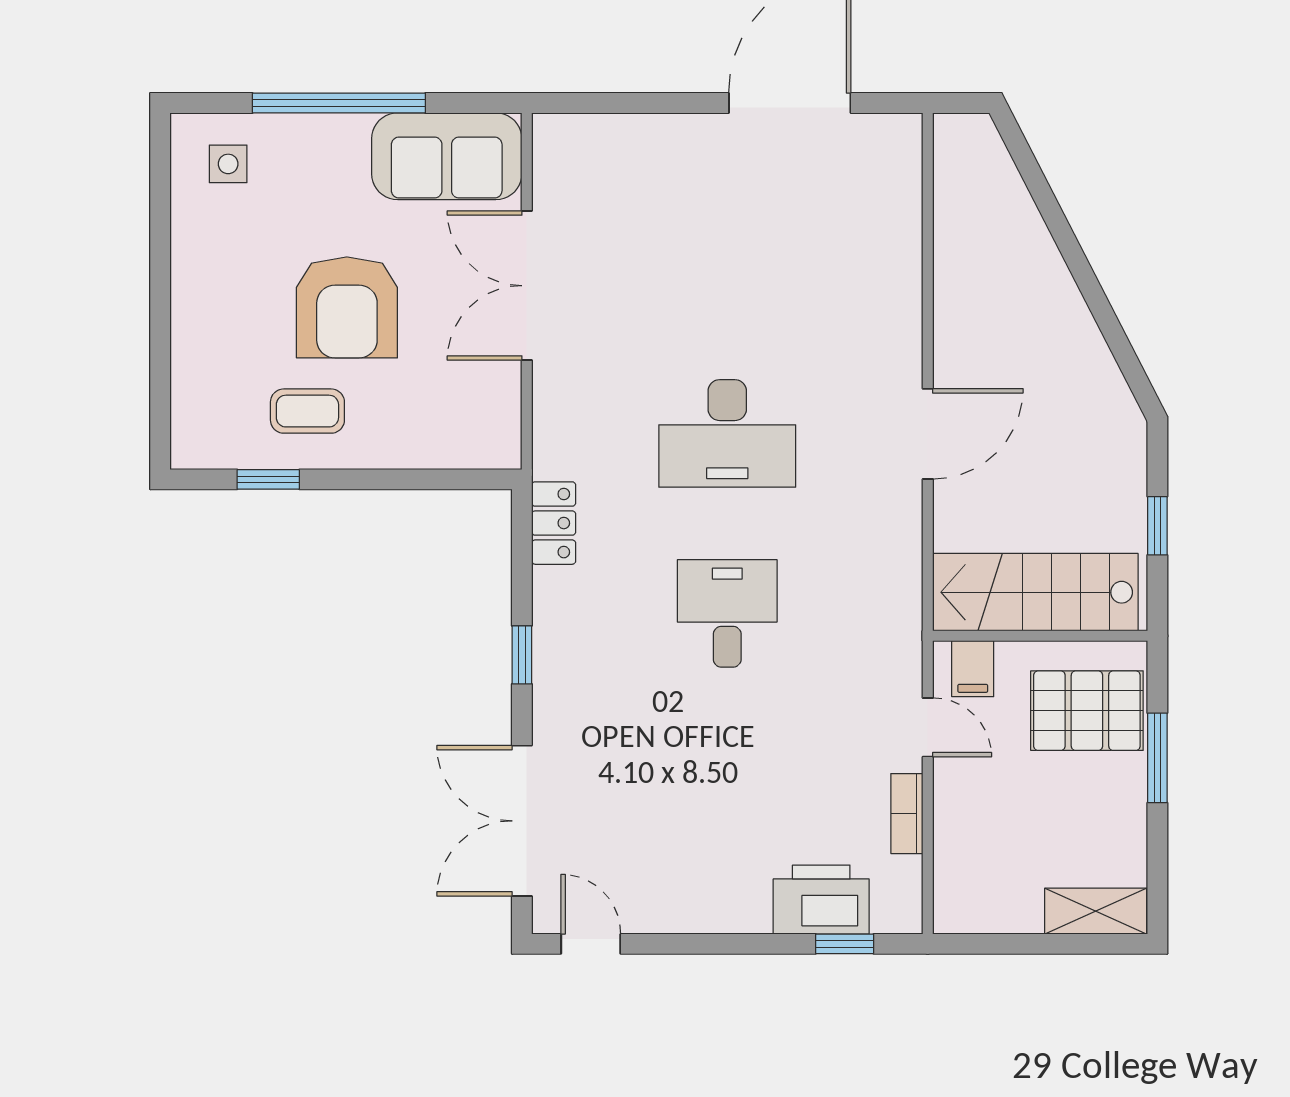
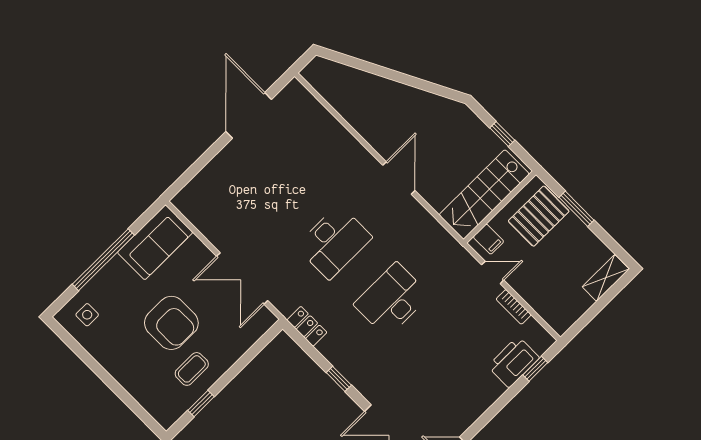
double door: (527, 286) -> (242, 278), moved
desk: (727, 613) -> (392, 300), width x1.37

